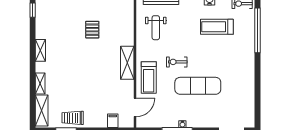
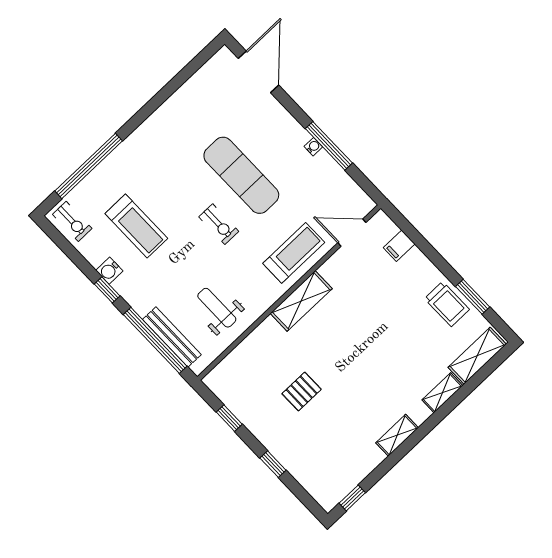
weight bench: (156, 28) -> (217, 308), turned -90
exercise bike: (177, 62) -> (219, 224), moved

